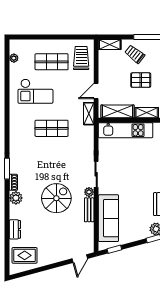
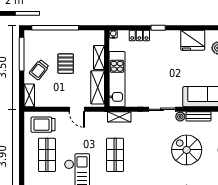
shelving: (89, 114) -> (119, 117), moved

